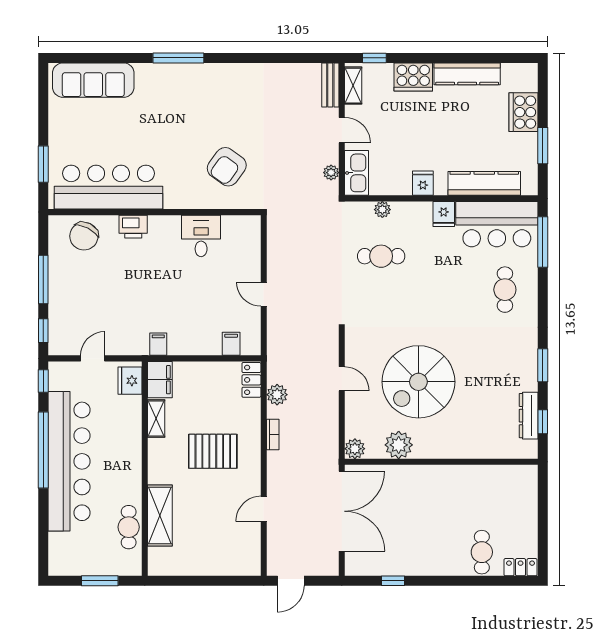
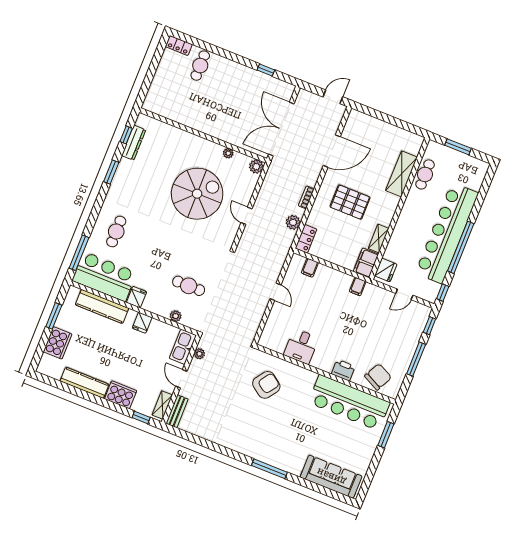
plant: (399, 445) -> (228, 153), width x0.53, depth x0.53
door: (264, 509) -> (332, 151), width x1.87

